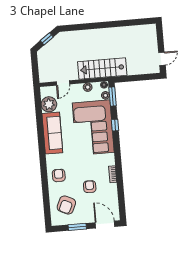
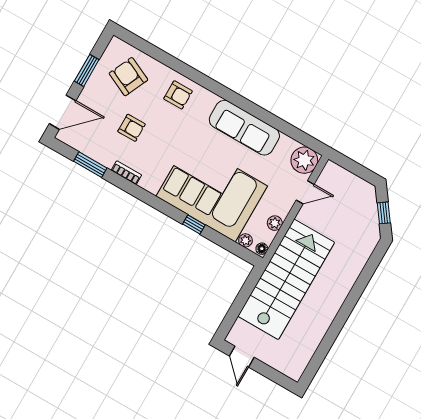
stairs: (102, 69) -> (286, 279), width x1.36, depth x1.51
door: (63, 83) -> (305, 192), swing flipped
window: (113, 97) -> (90, 165), moved
plant: (49, 104) -> (304, 160), moved

